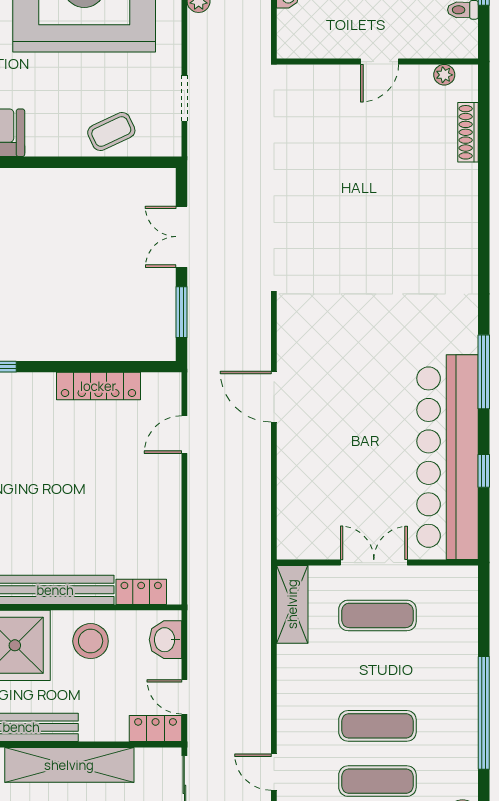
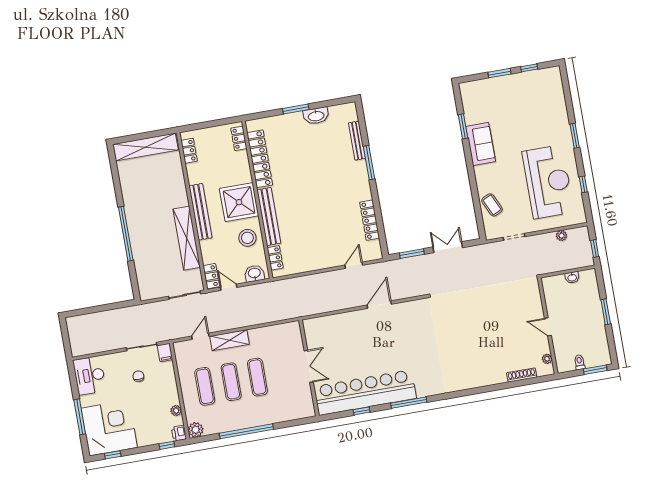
door: (184, 435) -> (354, 265), hinge flipped
shelving: (292, 604) -> (229, 340), moved
exercise mat: (377, 615) -> (257, 377), moved
door: (184, 697) -> (229, 287), hinge flipped

